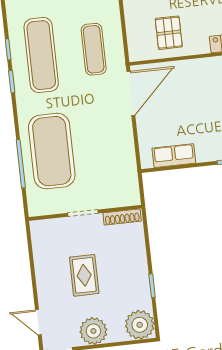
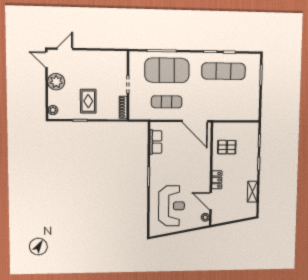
exercise mat: (94, 49) -> (167, 102), moved
rug: (84, 275) -> (88, 101), moved, turned 90
plant: (140, 325) -> (53, 110), width x0.53, depth x0.53

